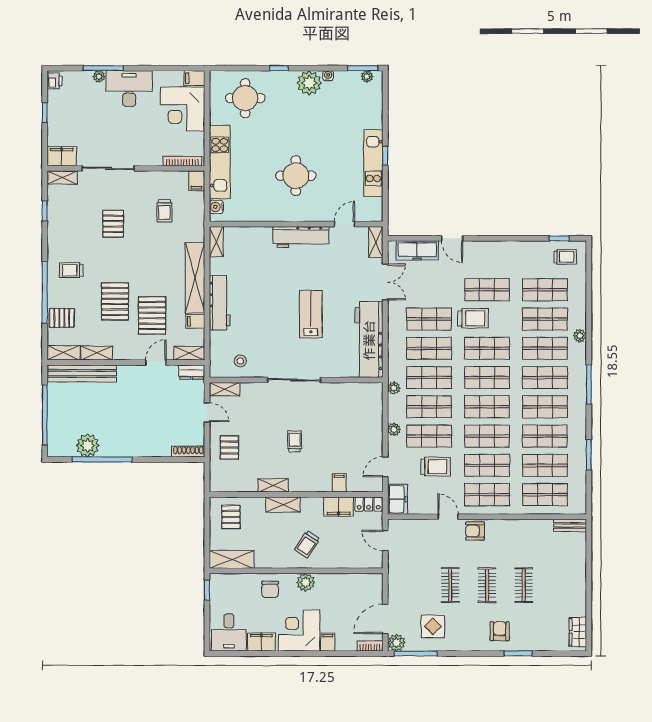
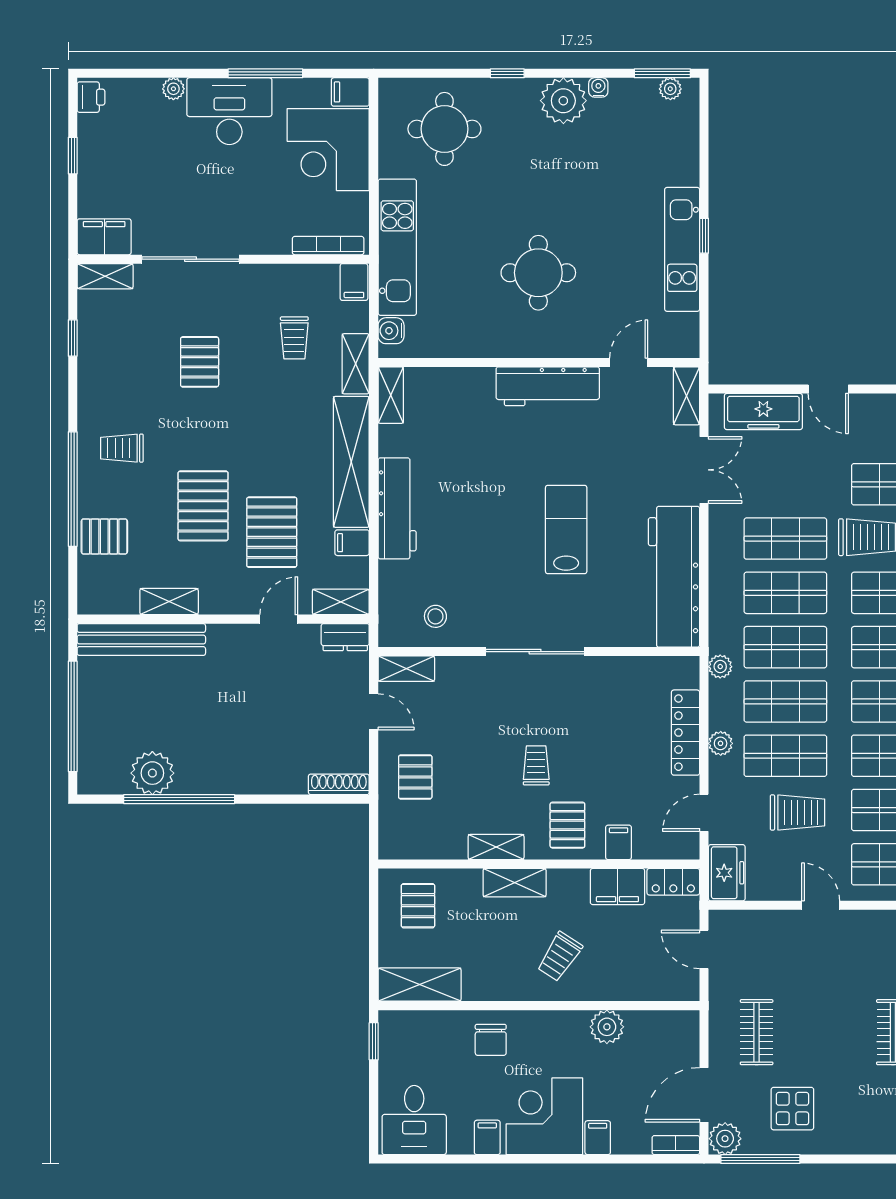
window: (103, 68) -> (265, 73), moved
shelving: (63, 353) -> (356, 364), moved, turned 90
locker: (375, 424) -> (686, 733), added
pallet: (312, 473) -> (567, 825), added
armchair: (475, 531) -> (871, 932), removed
plant: (306, 582) -> (607, 1027), moved
clothes rail: (450, 585) -> (757, 1032), moved
filing cabinet: (261, 642) -> (487, 1137), width x0.50

